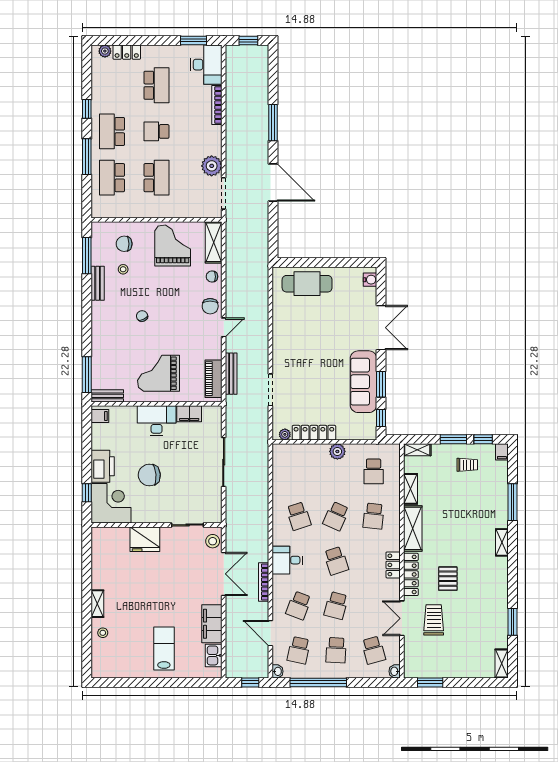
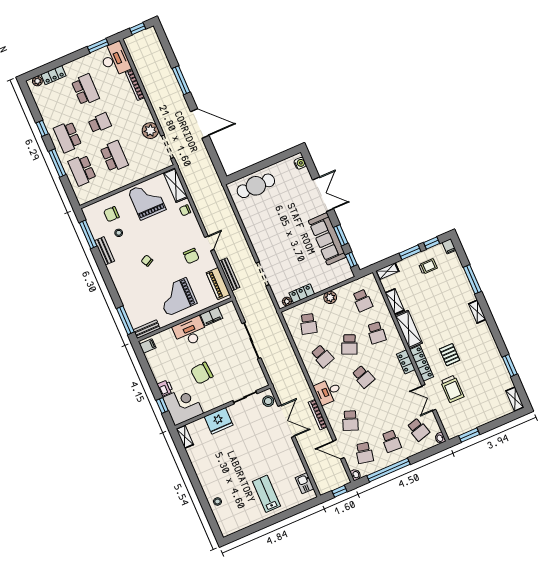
school desk: (156, 131) -> (100, 123), turned 180
chair: (210, 306) -> (191, 256), moved
locker: (314, 433) -> (302, 294), width x0.66
printer: (103, 466) -> (165, 388), width x0.53, depth x0.68
shelving: (97, 604) -> (185, 437), moved
school desk: (336, 605) -> (308, 324), moved
trolley: (434, 620) -> (452, 389), turned 180
filing cabinet: (212, 624) -> (293, 461), removed

